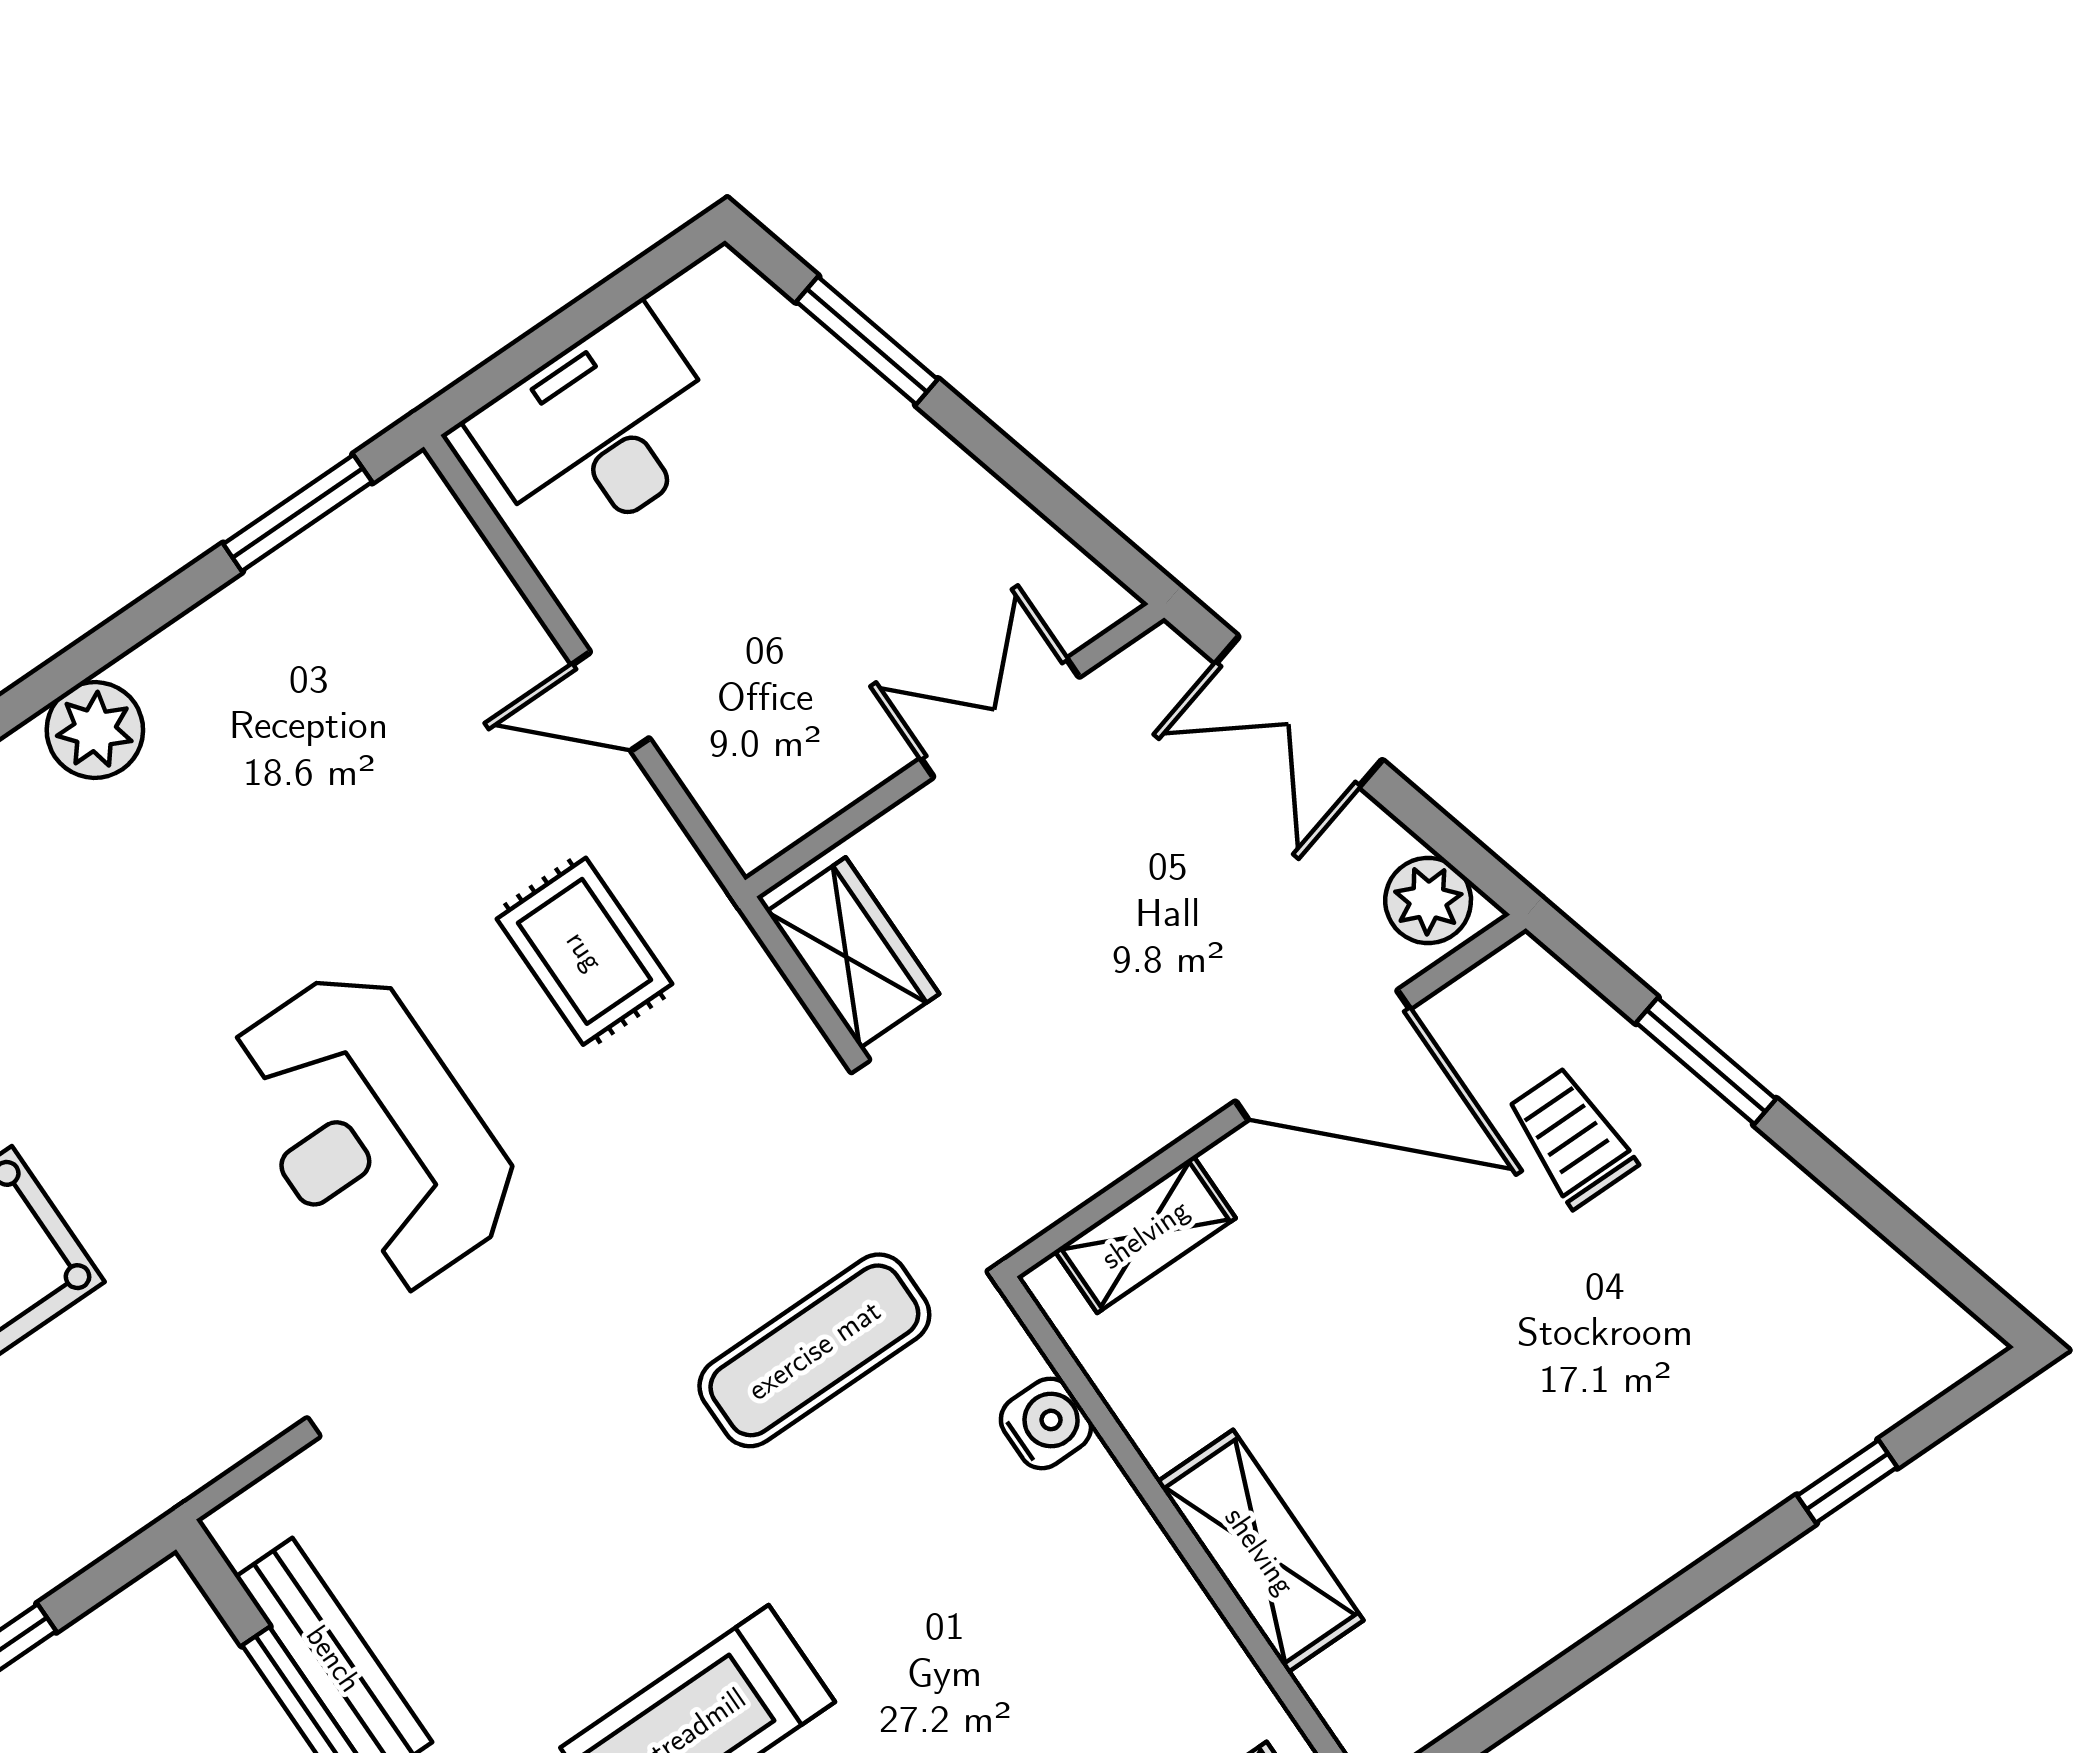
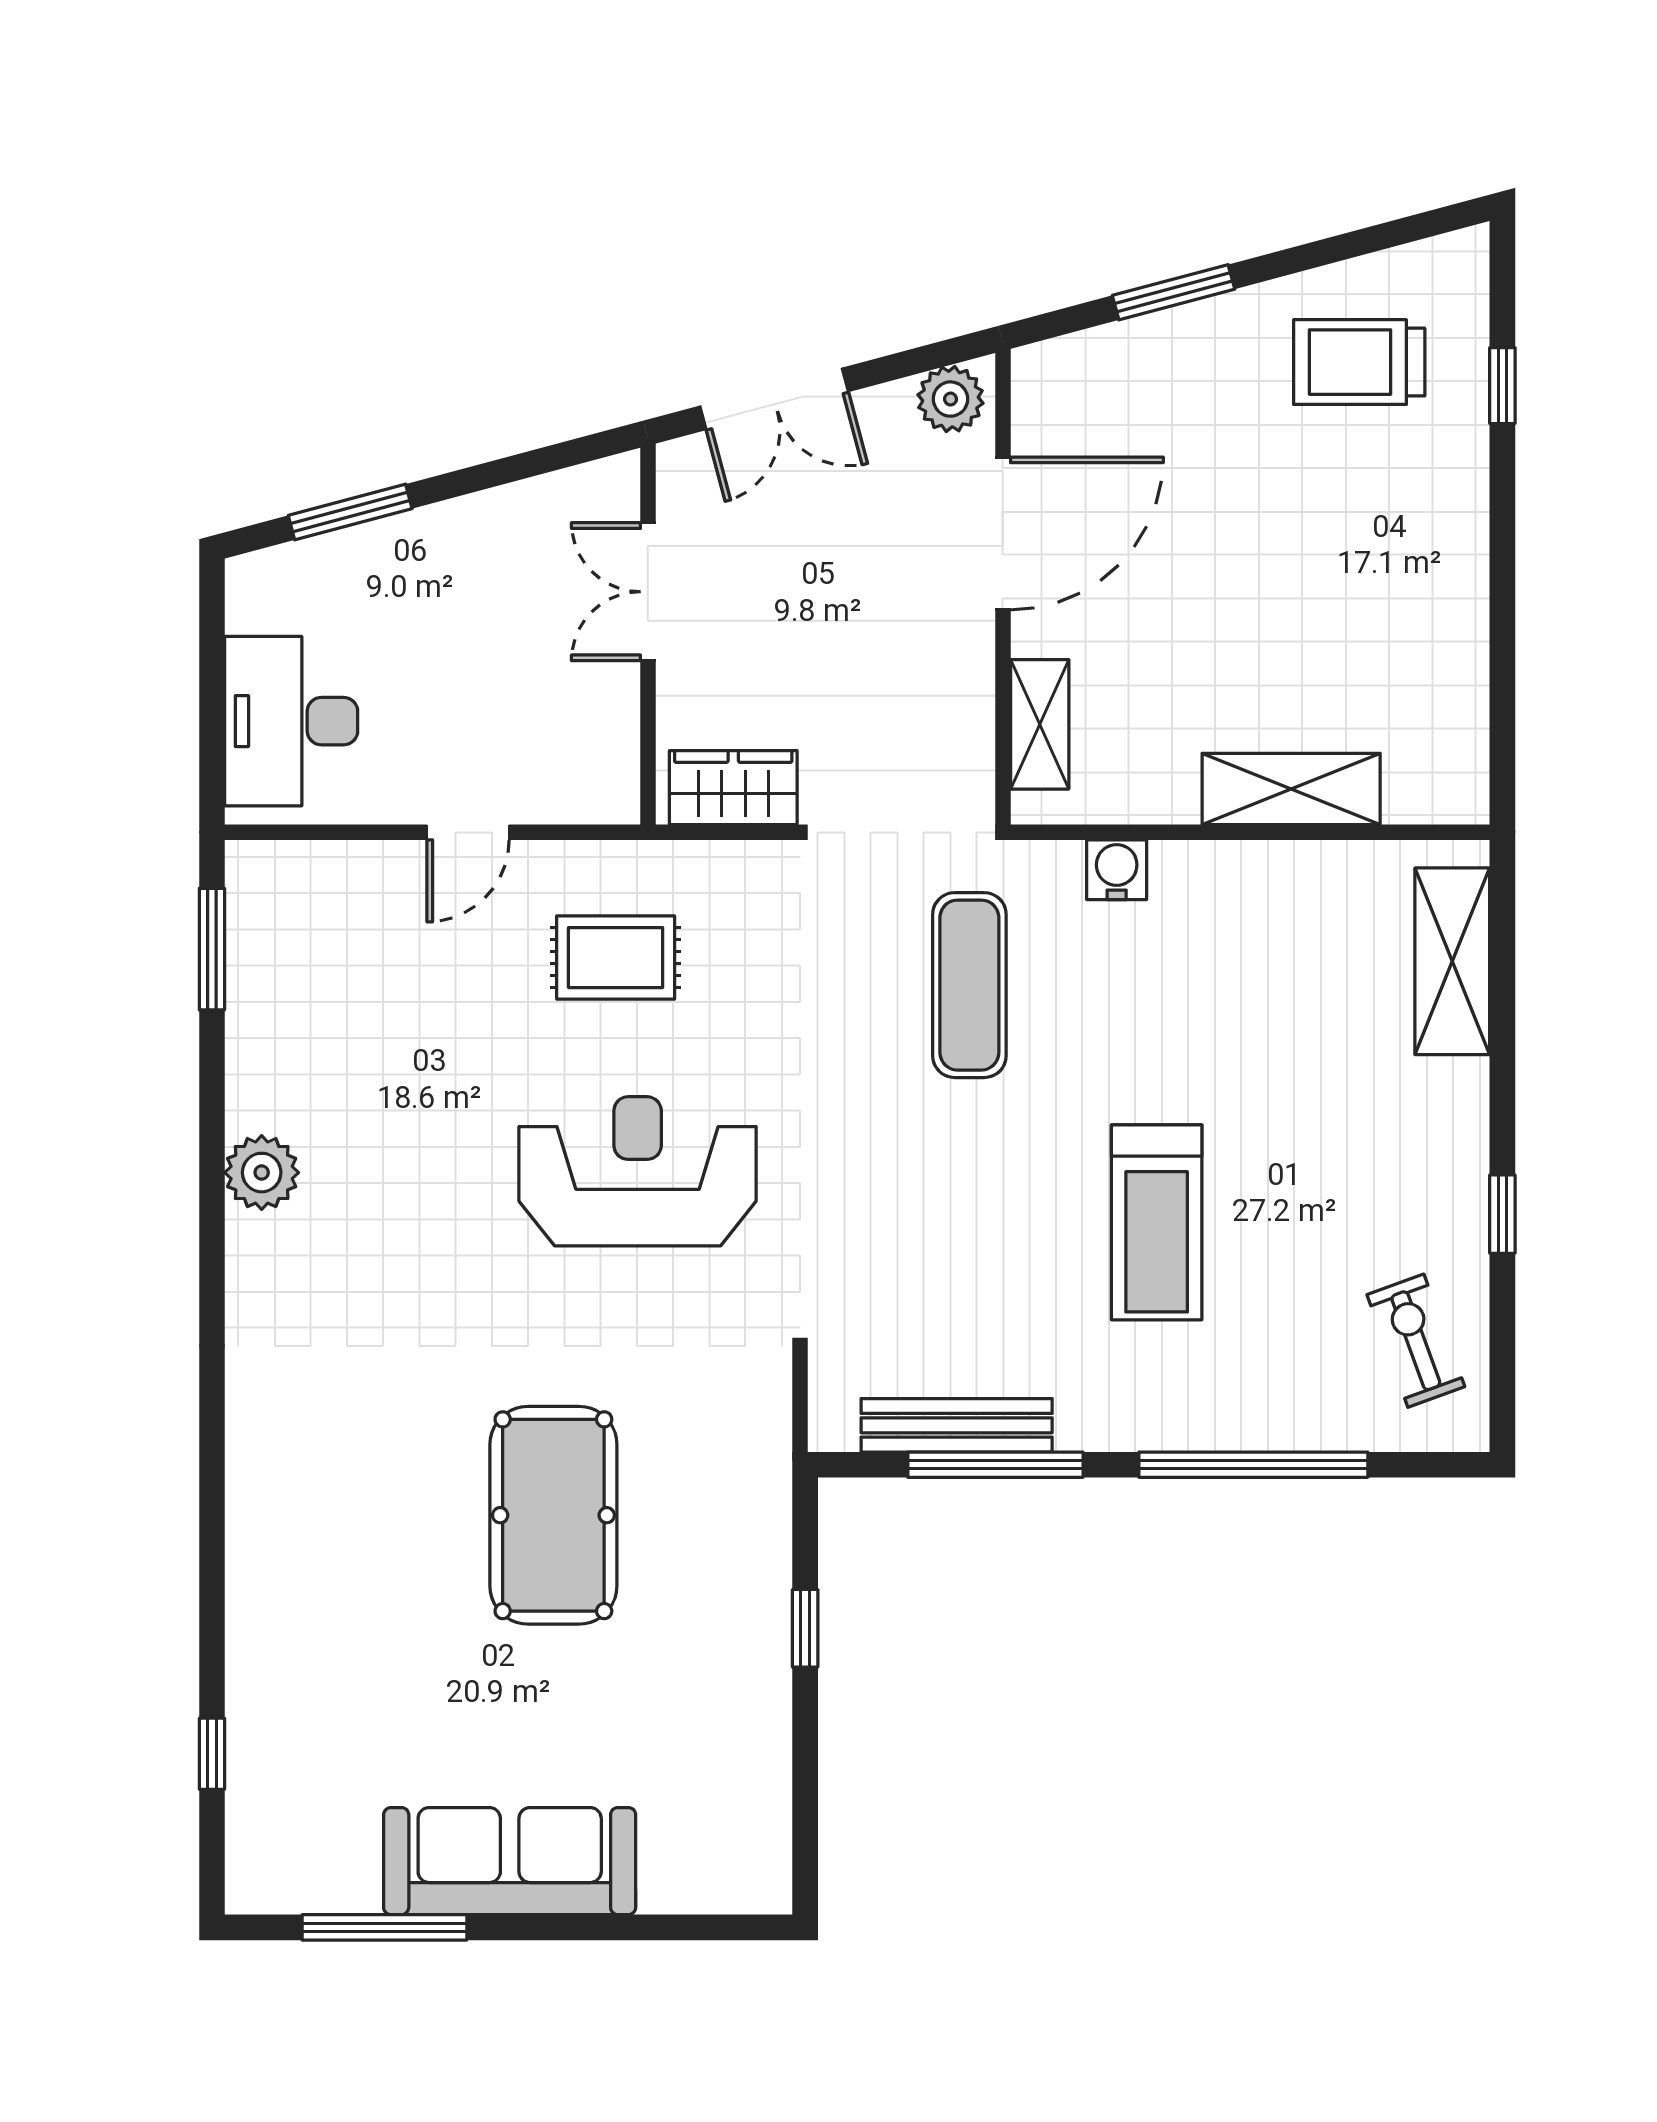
reception desk: (372, 1132) -> (638, 1171), turned 180
trolley: (1571, 1137) -> (1359, 362), moved, width x1.36, depth x1.39

